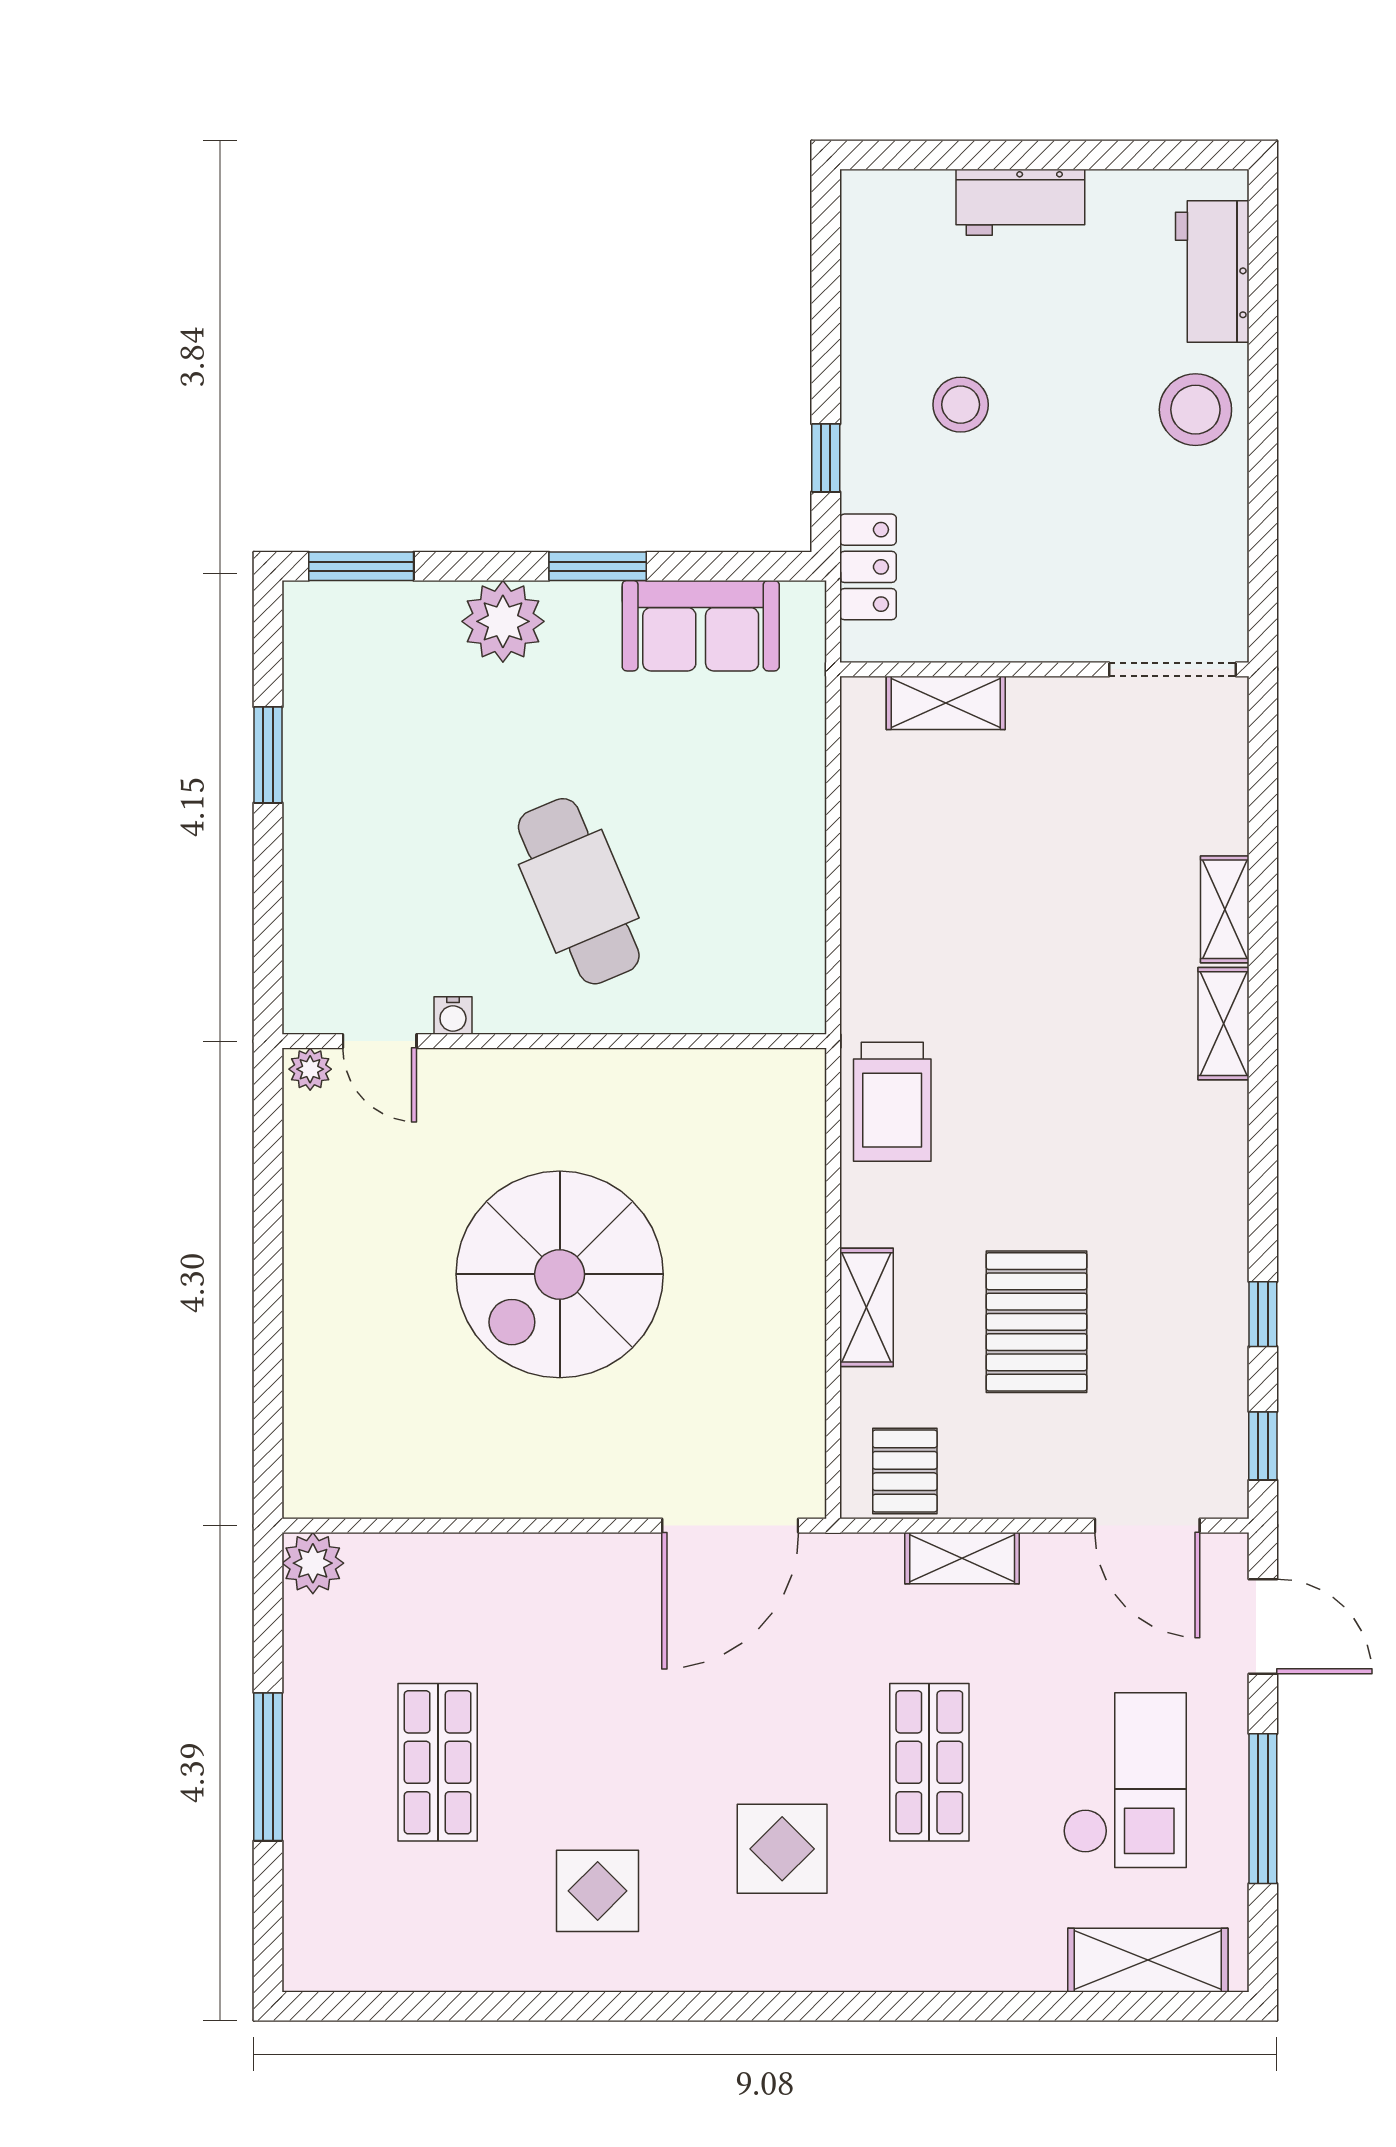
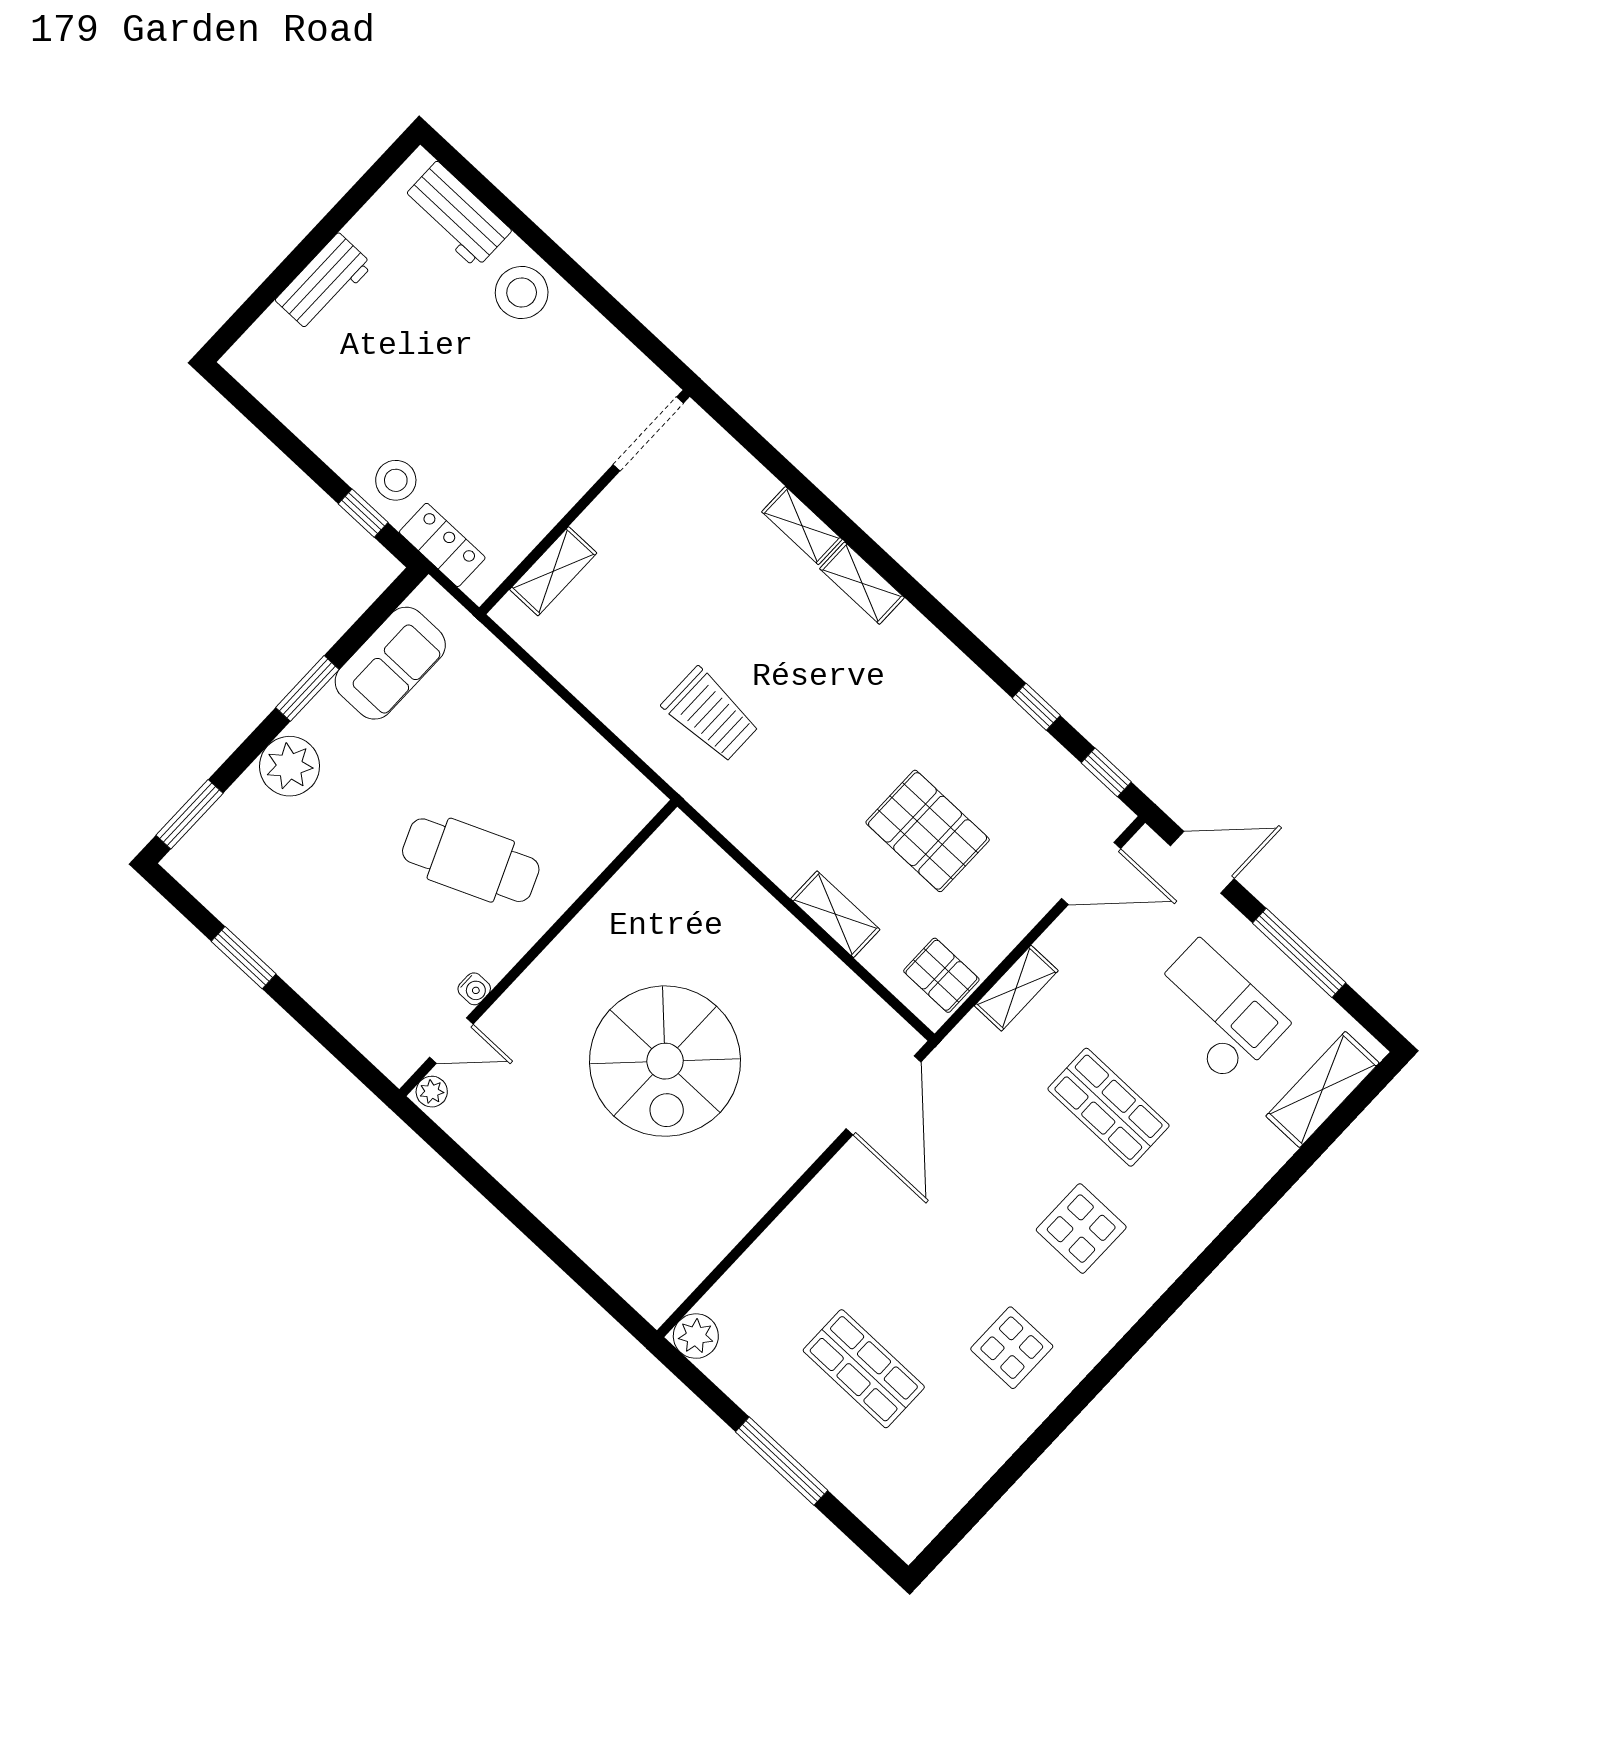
stool: (961, 405) -> (396, 480), moved
trolley: (892, 1102) -> (711, 715), moved

